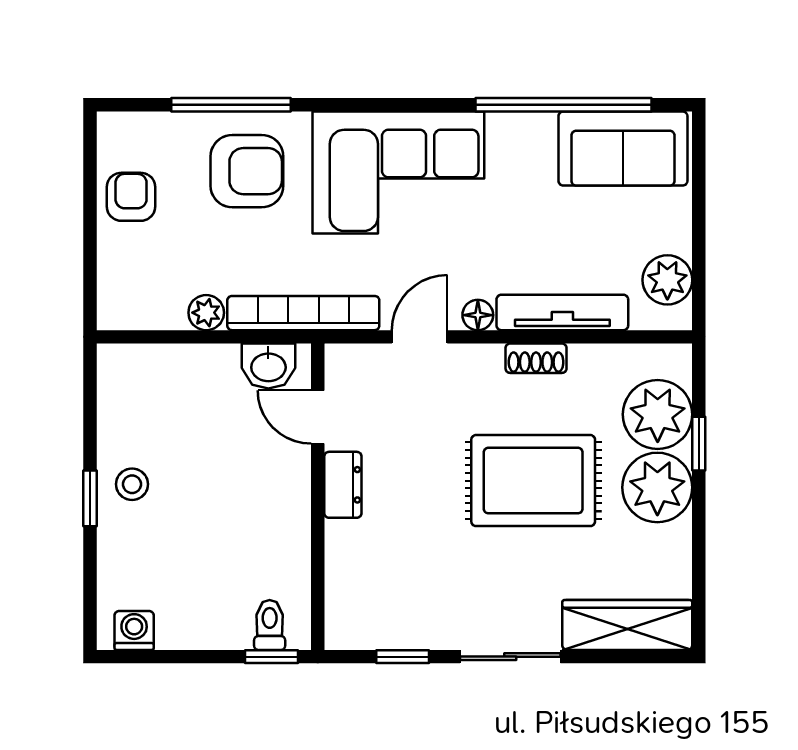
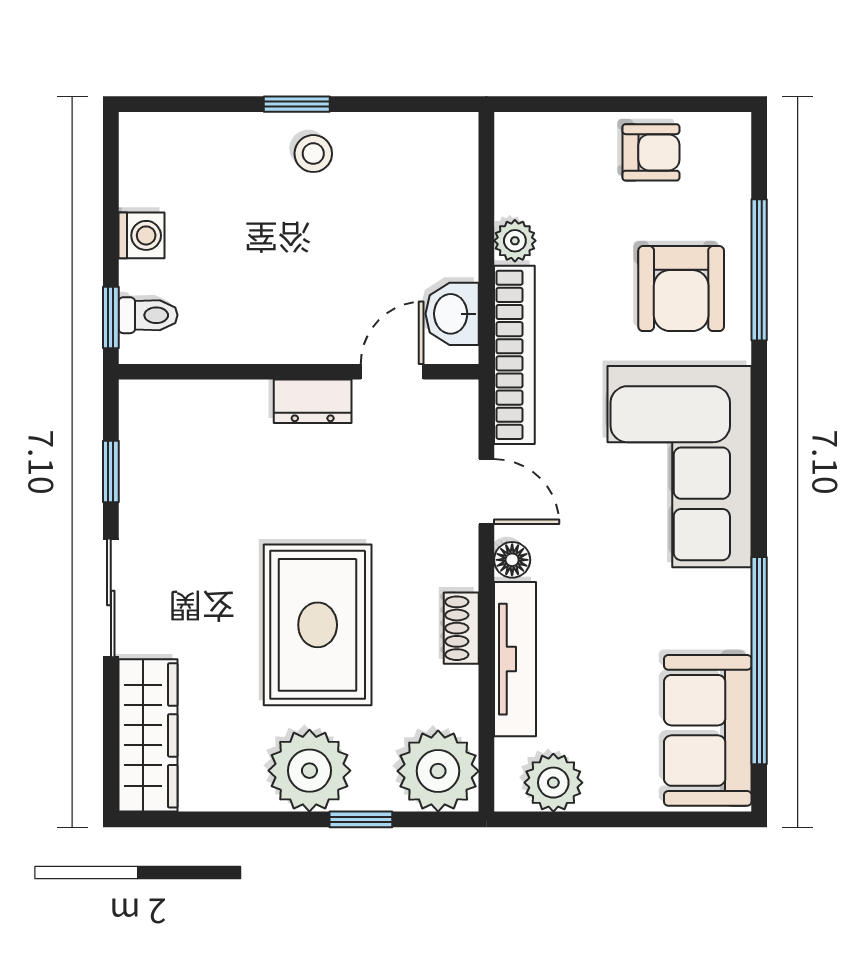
plant: (658, 414) -> (438, 771), moved
washing machine: (134, 630) -> (141, 235), moved

